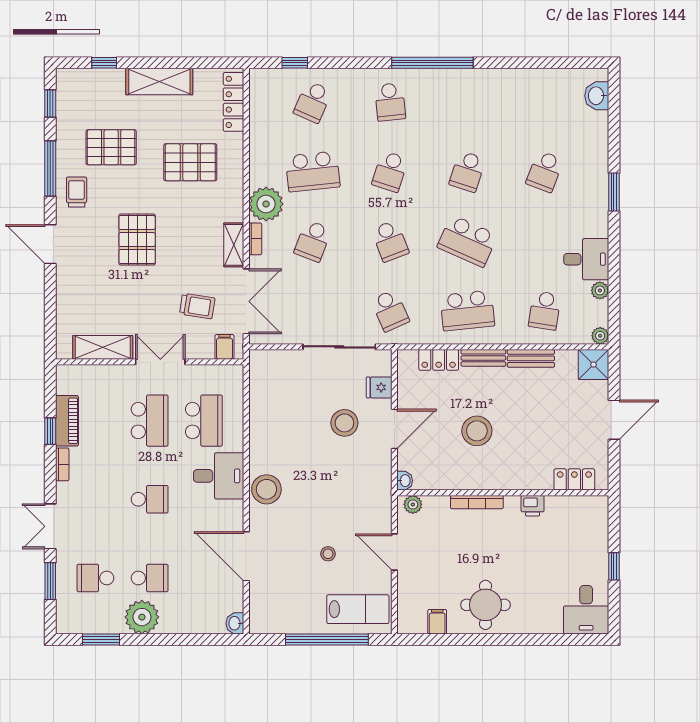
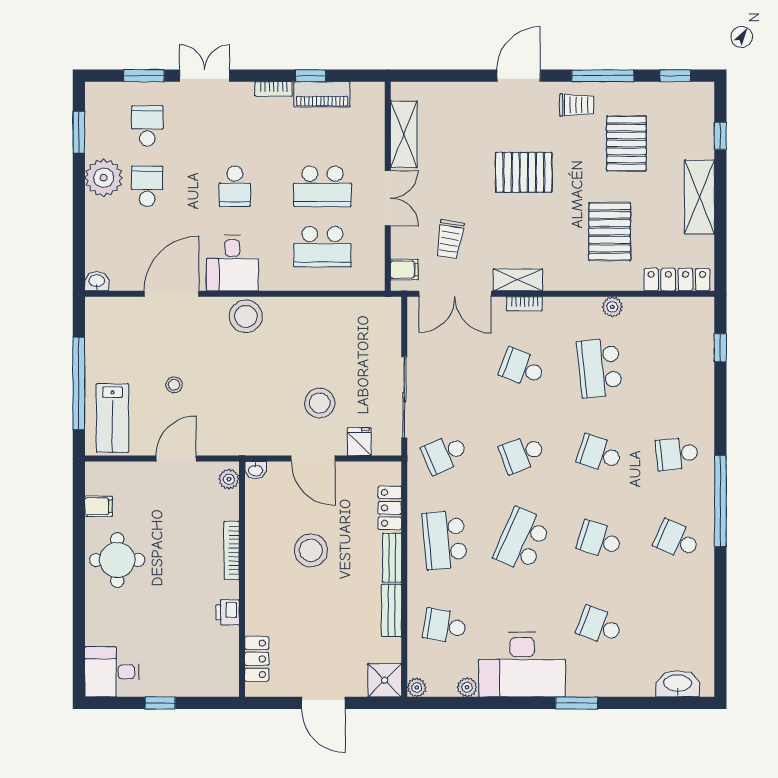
washbasin: (597, 96) -> (678, 684), width x1.38
school desk: (313, 102) -> (677, 540), moved
plant: (266, 204) -> (612, 307), moved, width x0.53, depth x0.53
desk: (586, 259) -> (522, 665), width x1.87, depth x1.30
desk: (219, 476) -> (232, 263), moved
school desk: (150, 578) -> (147, 186), turned 180

